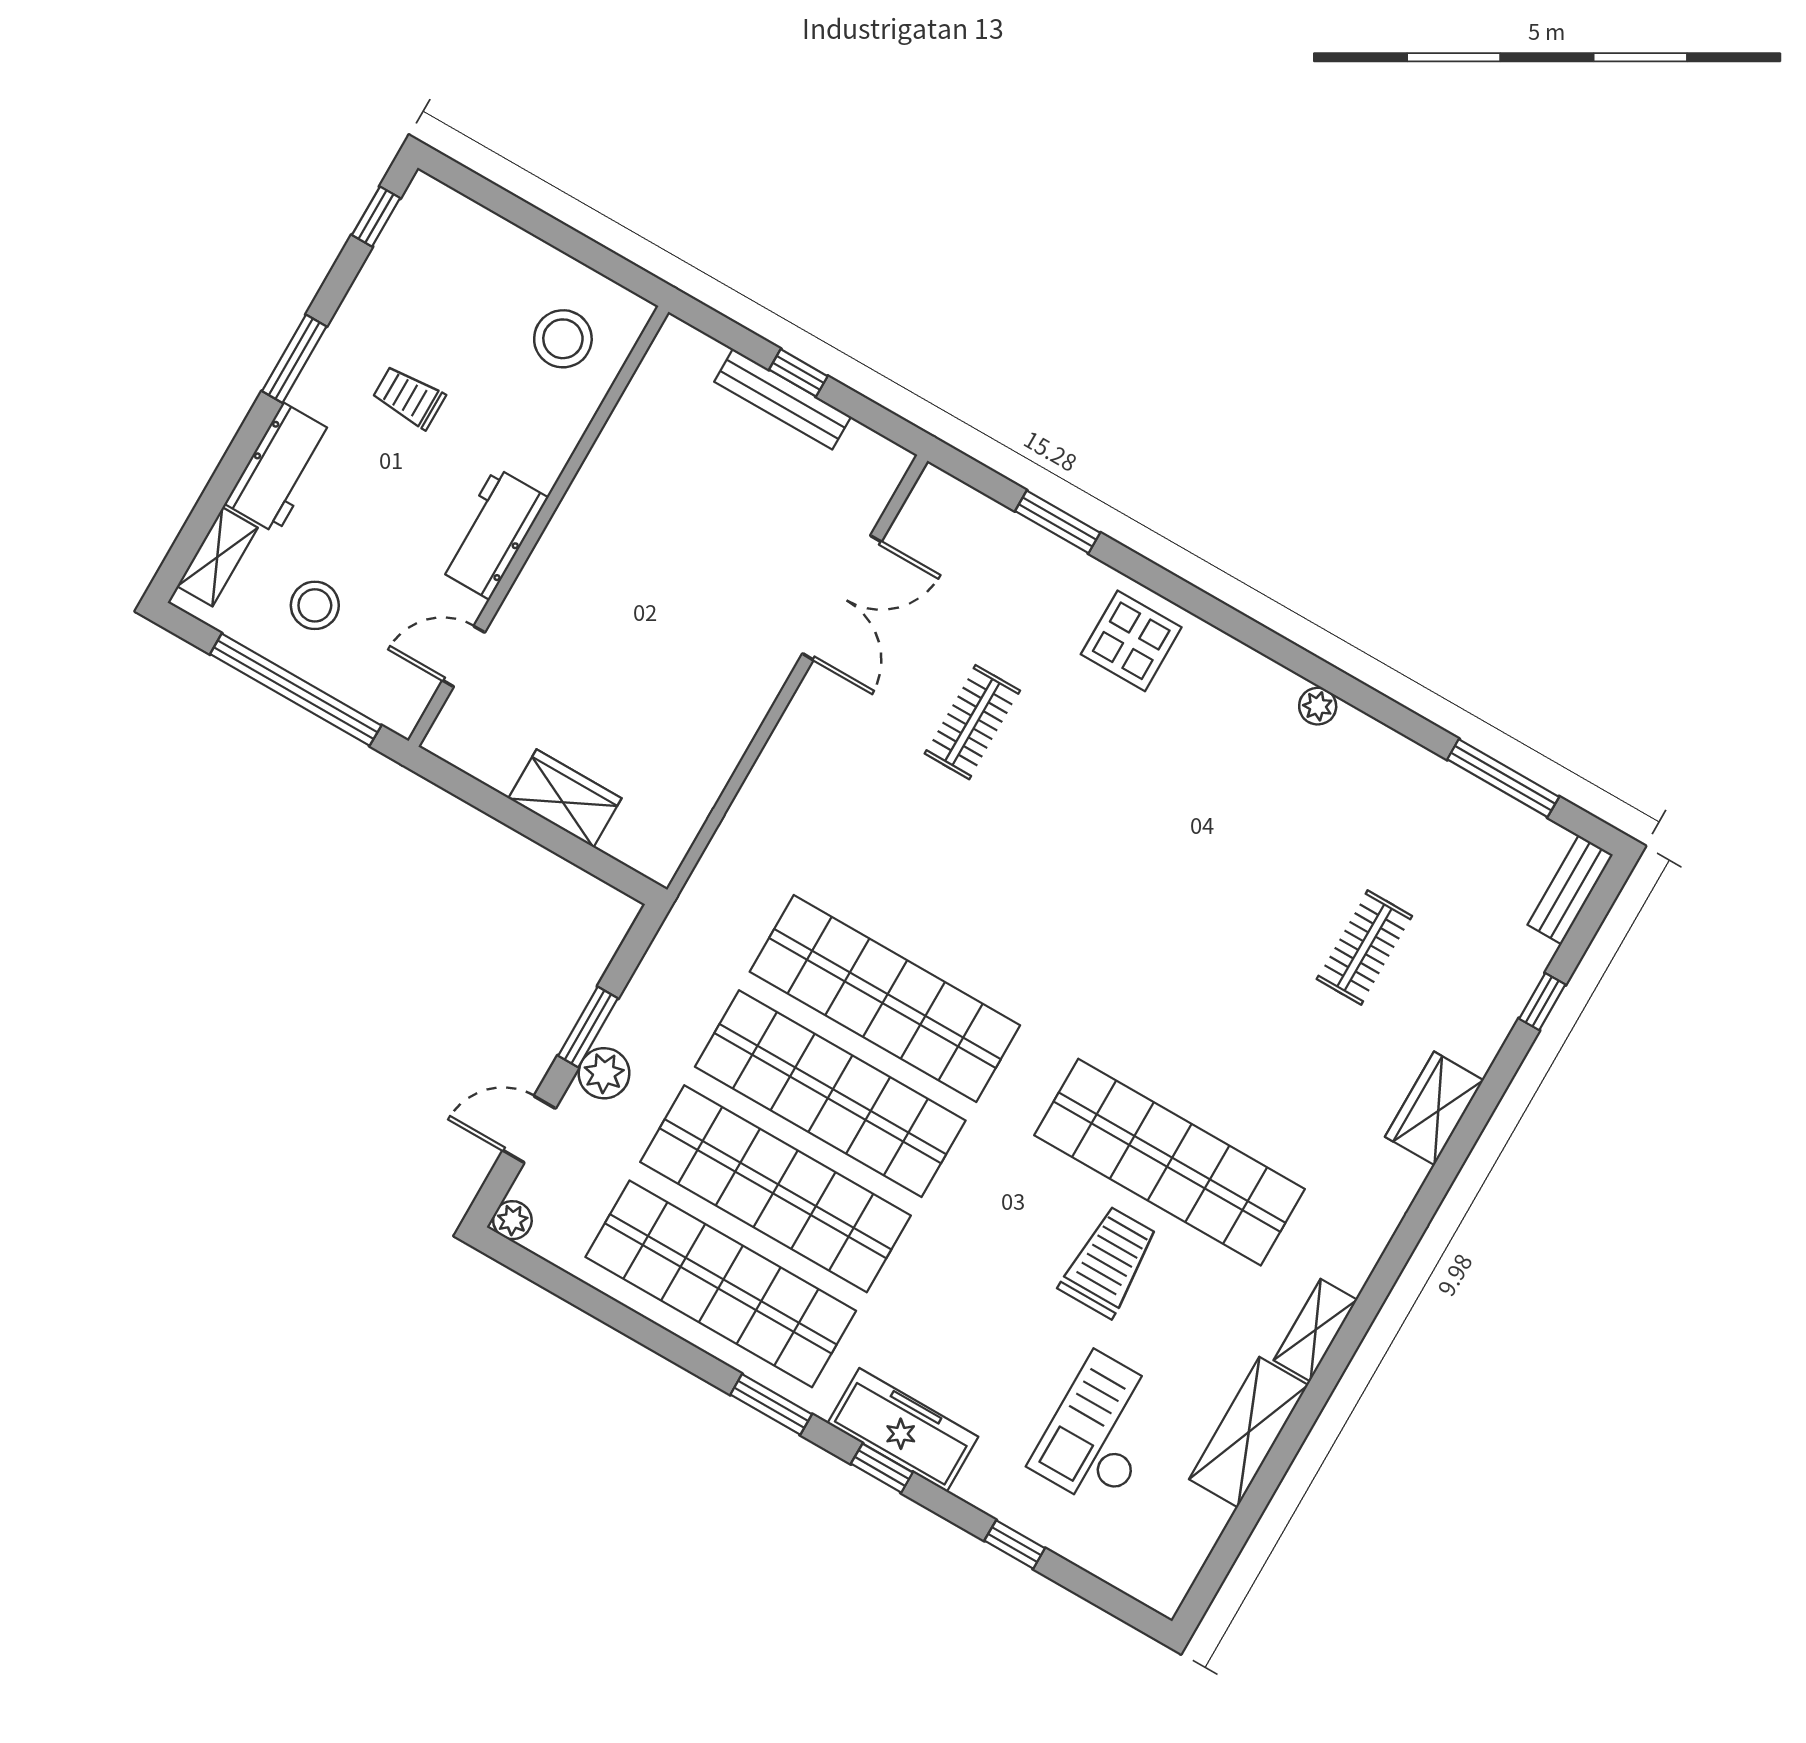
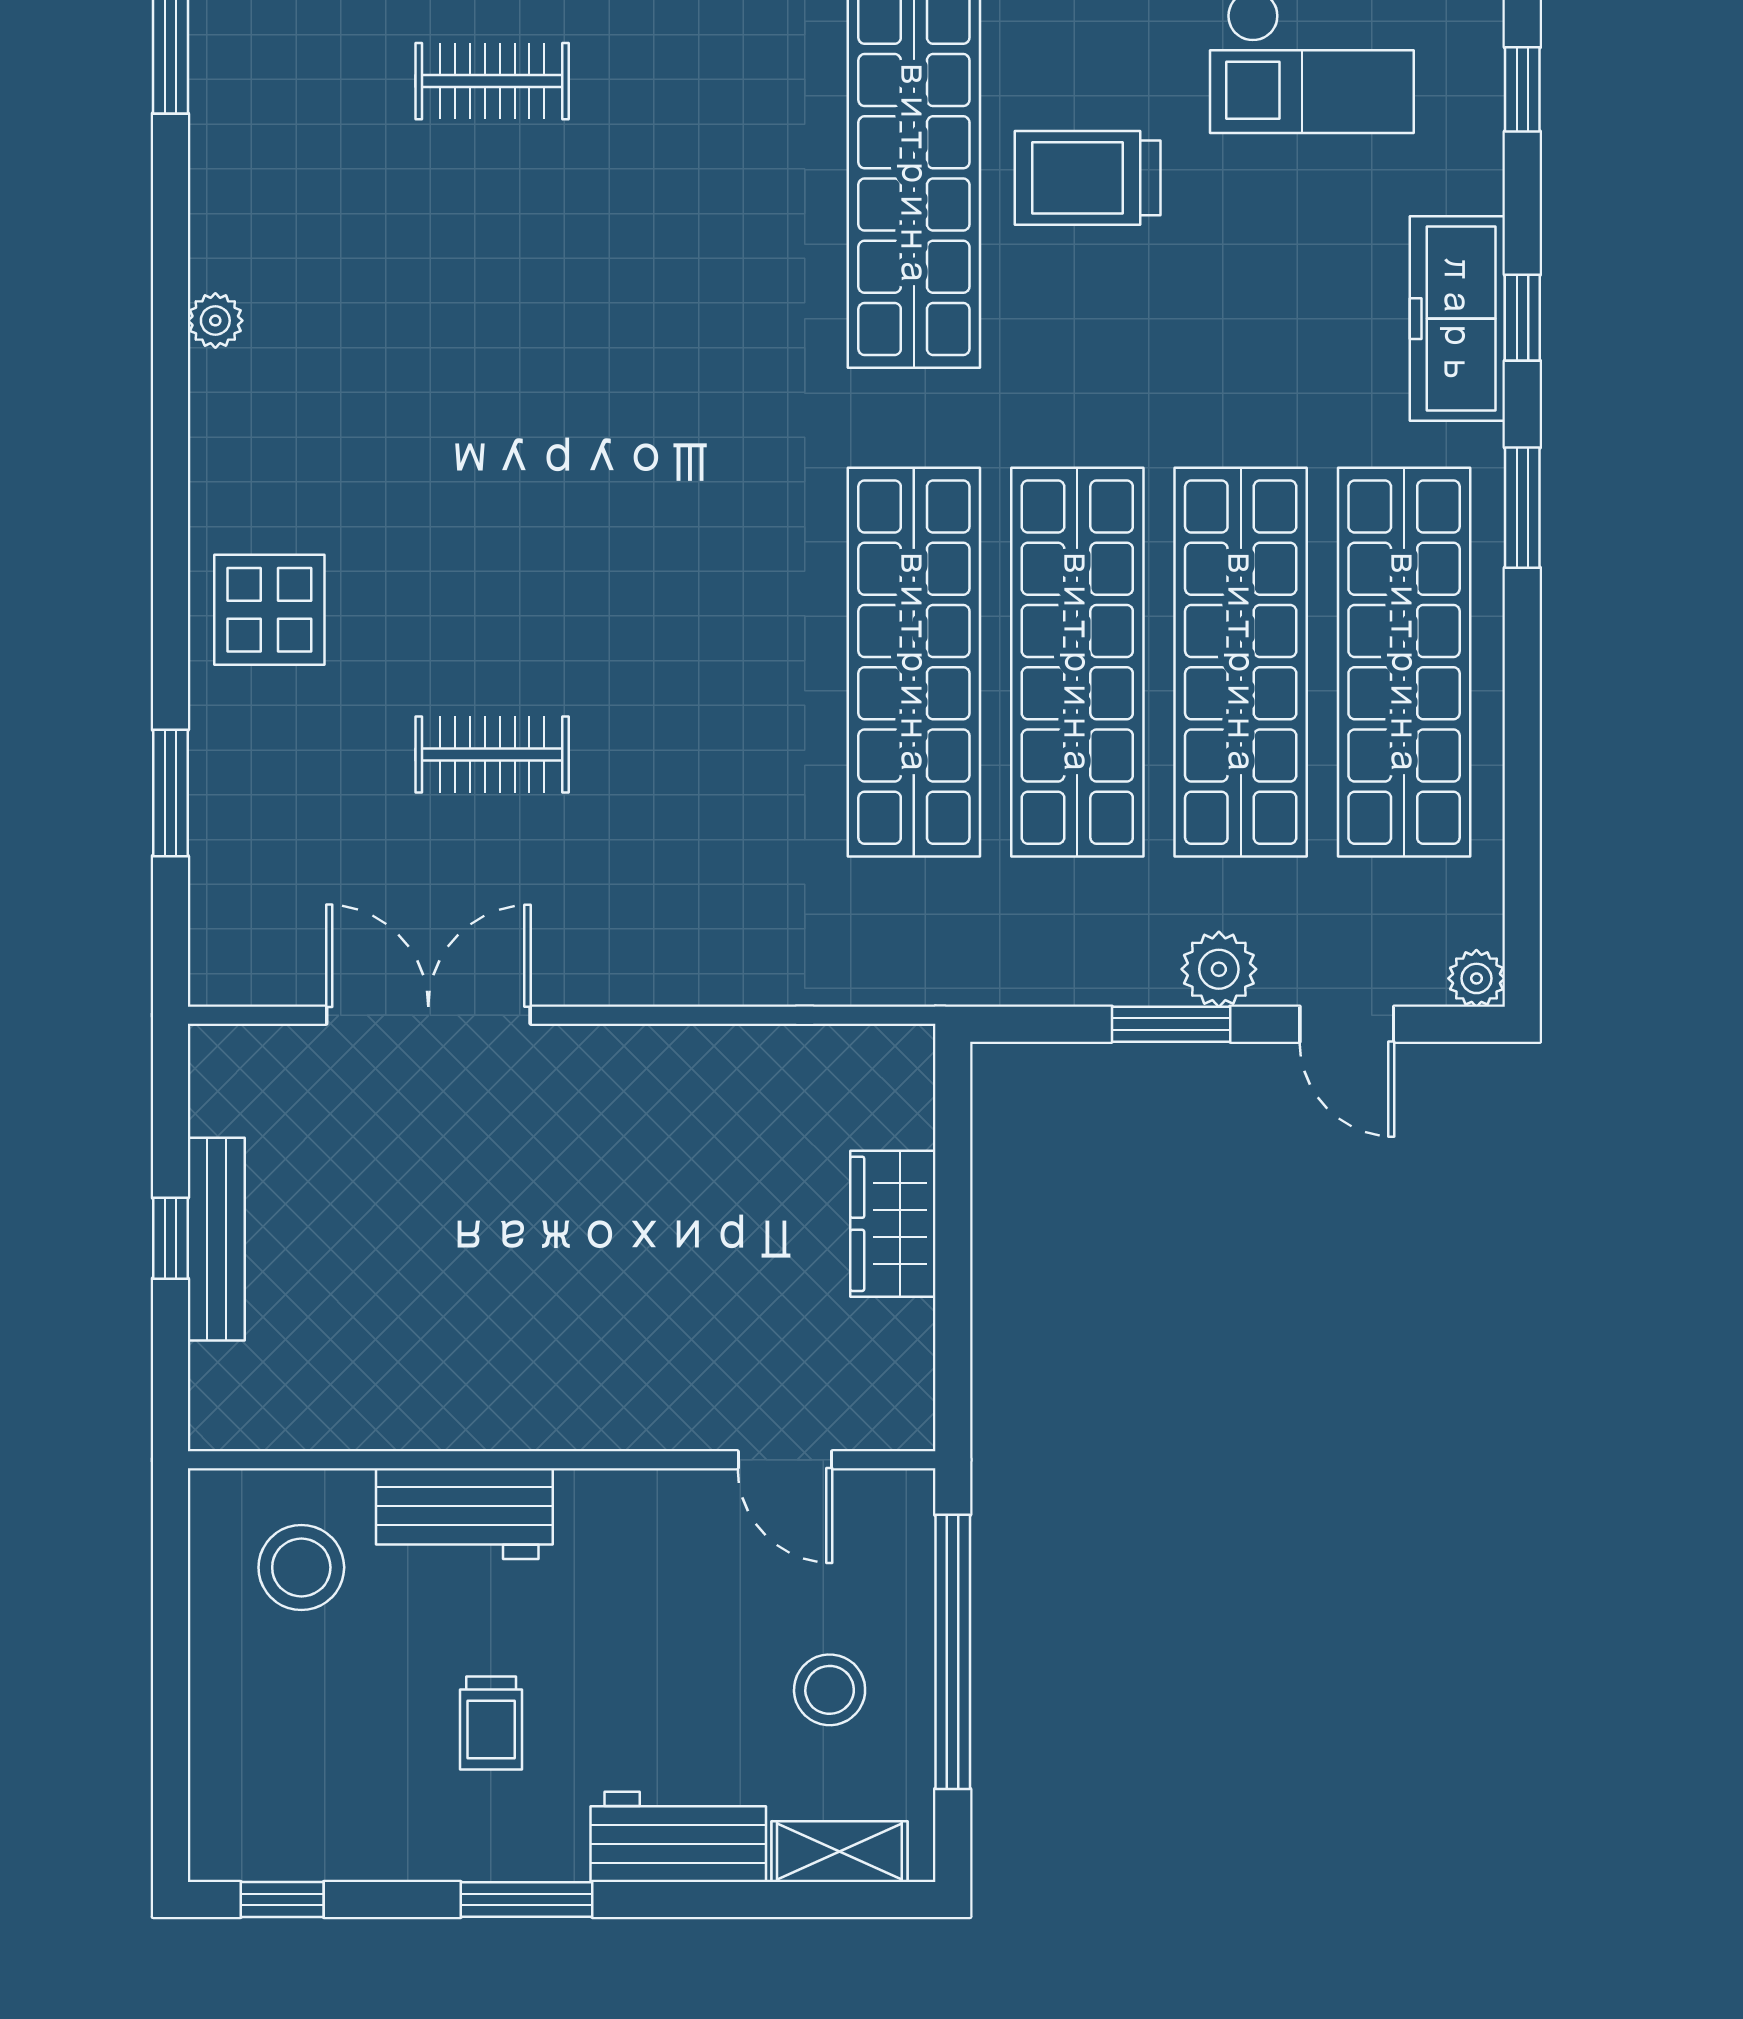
workbench: (493, 533) -> (464, 1514), moved

